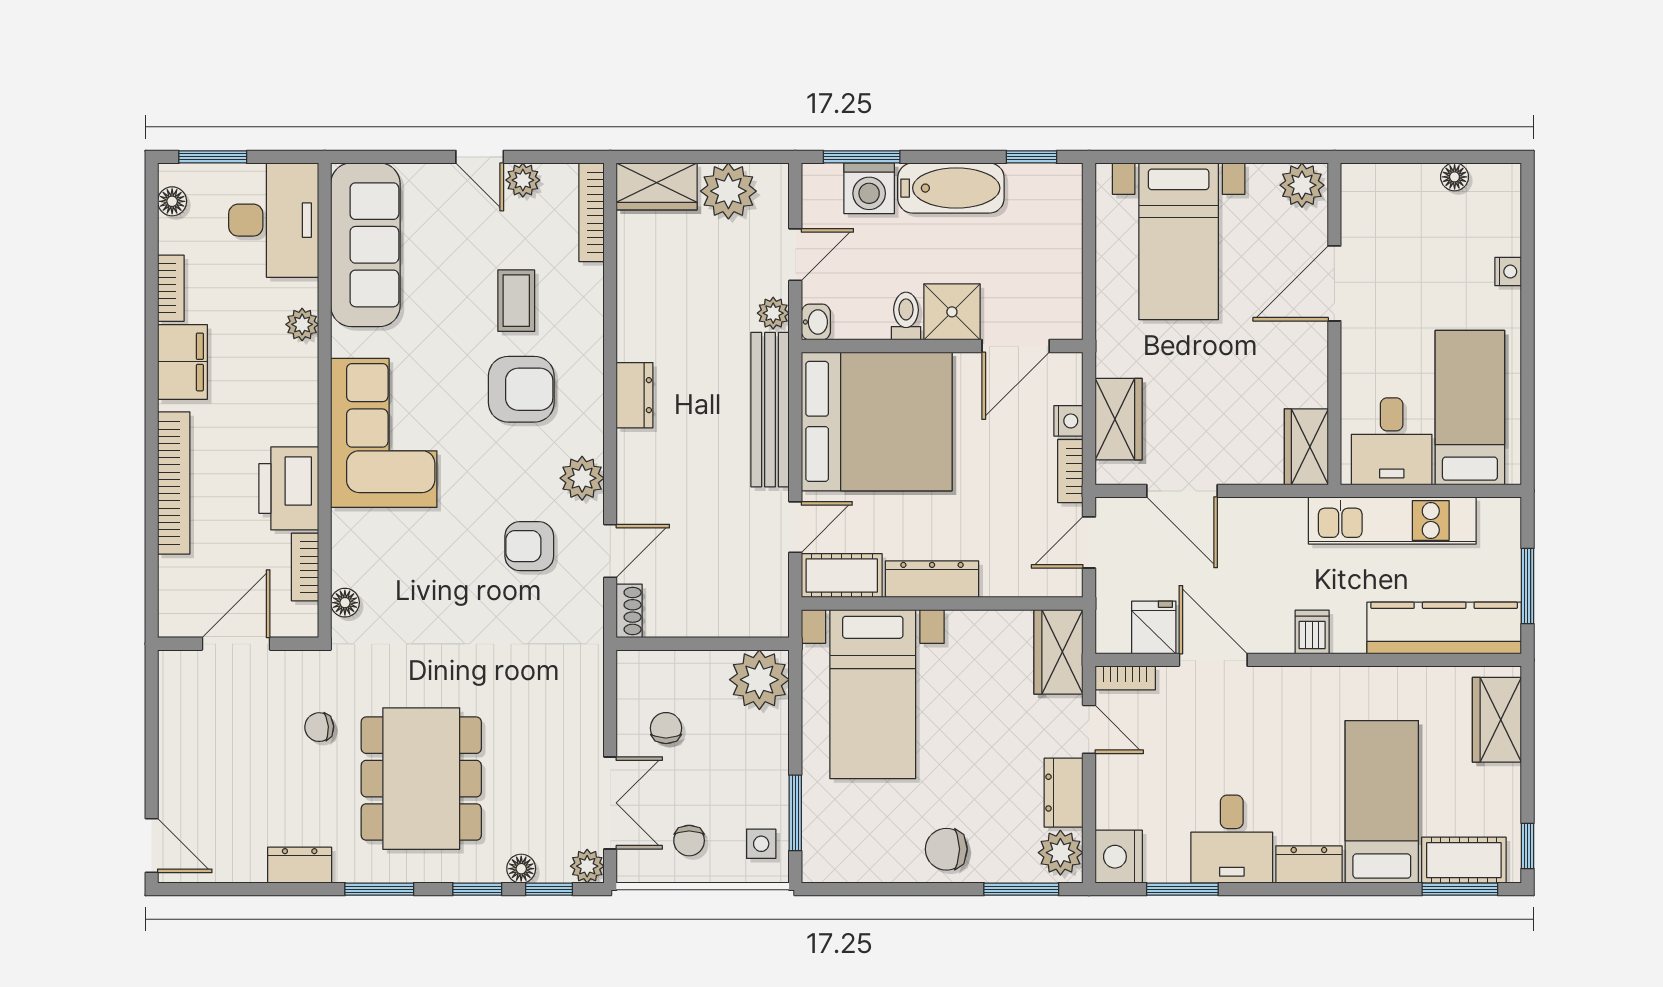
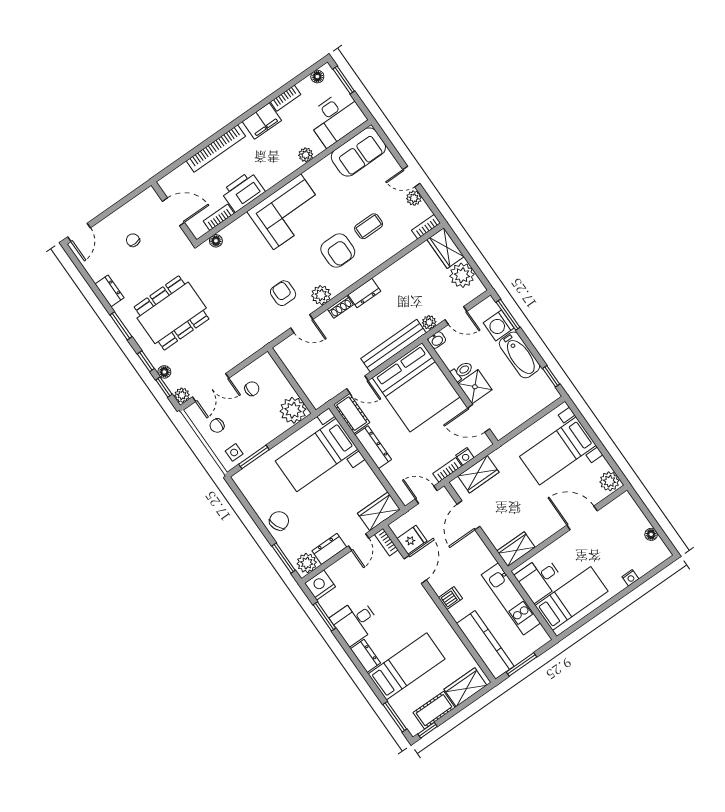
door: (480, 157) -> (411, 177), hinge flipped
bookcase: (592, 212) -> (426, 227), width x0.64
sofa: (365, 245) -> (358, 152), width x0.73
shoe rack: (629, 611) -> (340, 307), moved
chair: (319, 727) -> (133, 240), moved
chair: (946, 849) -> (279, 521), turned 66
cot: (1464, 860) -> (434, 710), moved, turned 90

